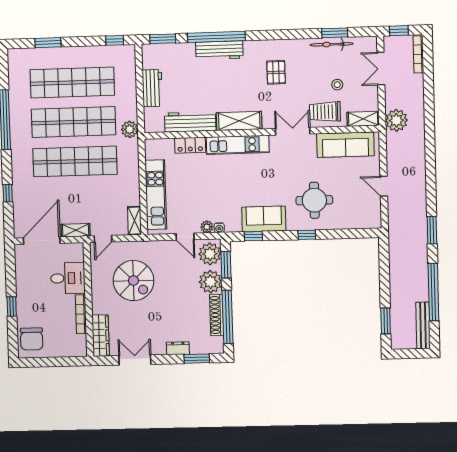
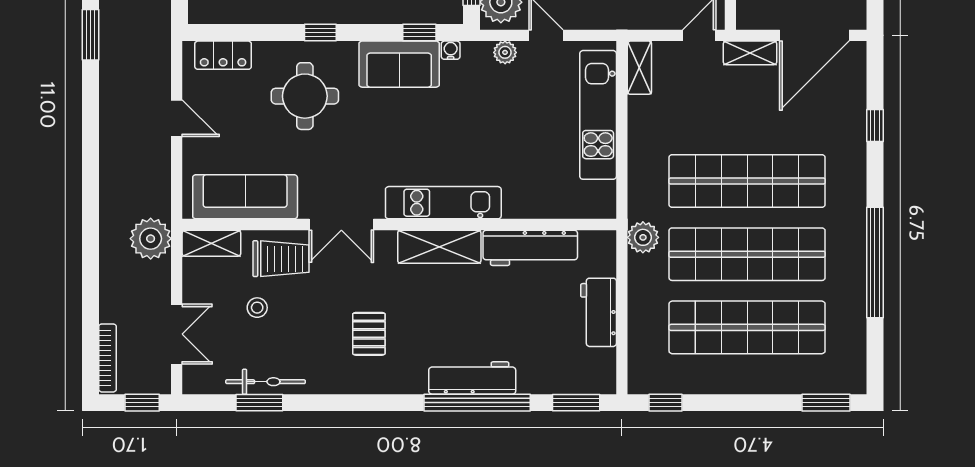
window: (48, 43) -> (826, 403), moved
locker: (190, 145) -> (223, 55), moved, turned 180
water cooler: (219, 228) -> (451, 50), moved

